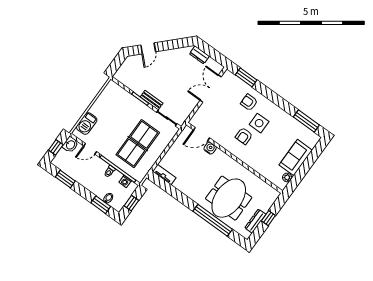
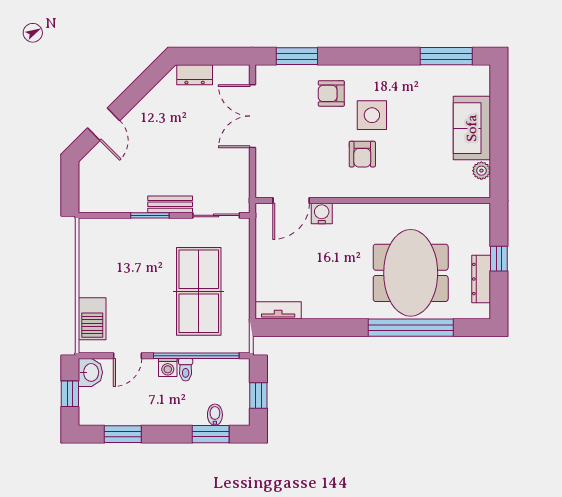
washing machine: (125, 181) -> (168, 368), moved

